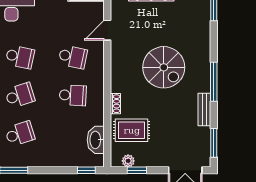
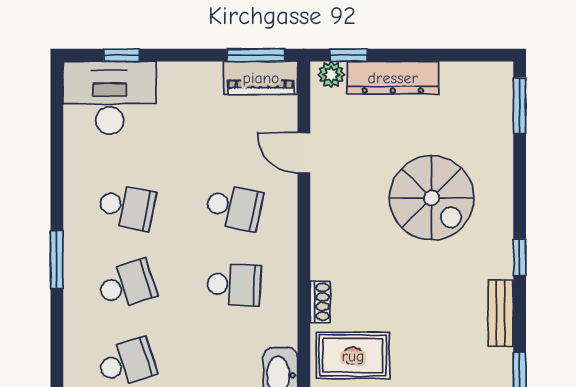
door: (107, 30) -> (304, 153), hinge flipped
spiral stairs: (164, 67) -> (432, 198), moved
window: (214, 82) -> (520, 257), width x0.46

